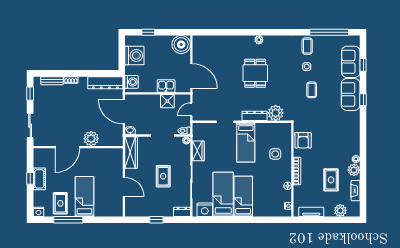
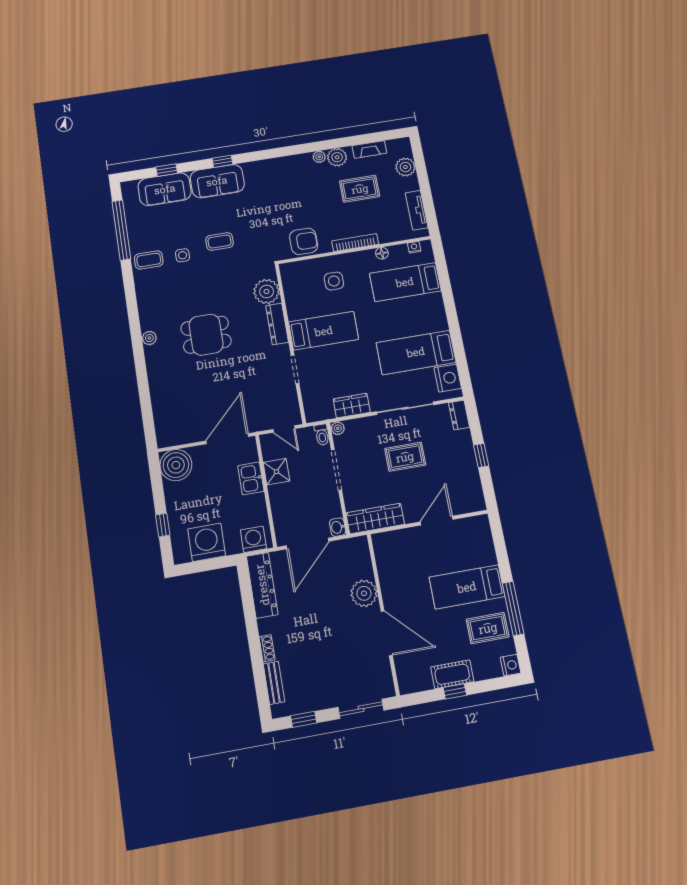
bed: (243, 196) -> (405, 282), moved

